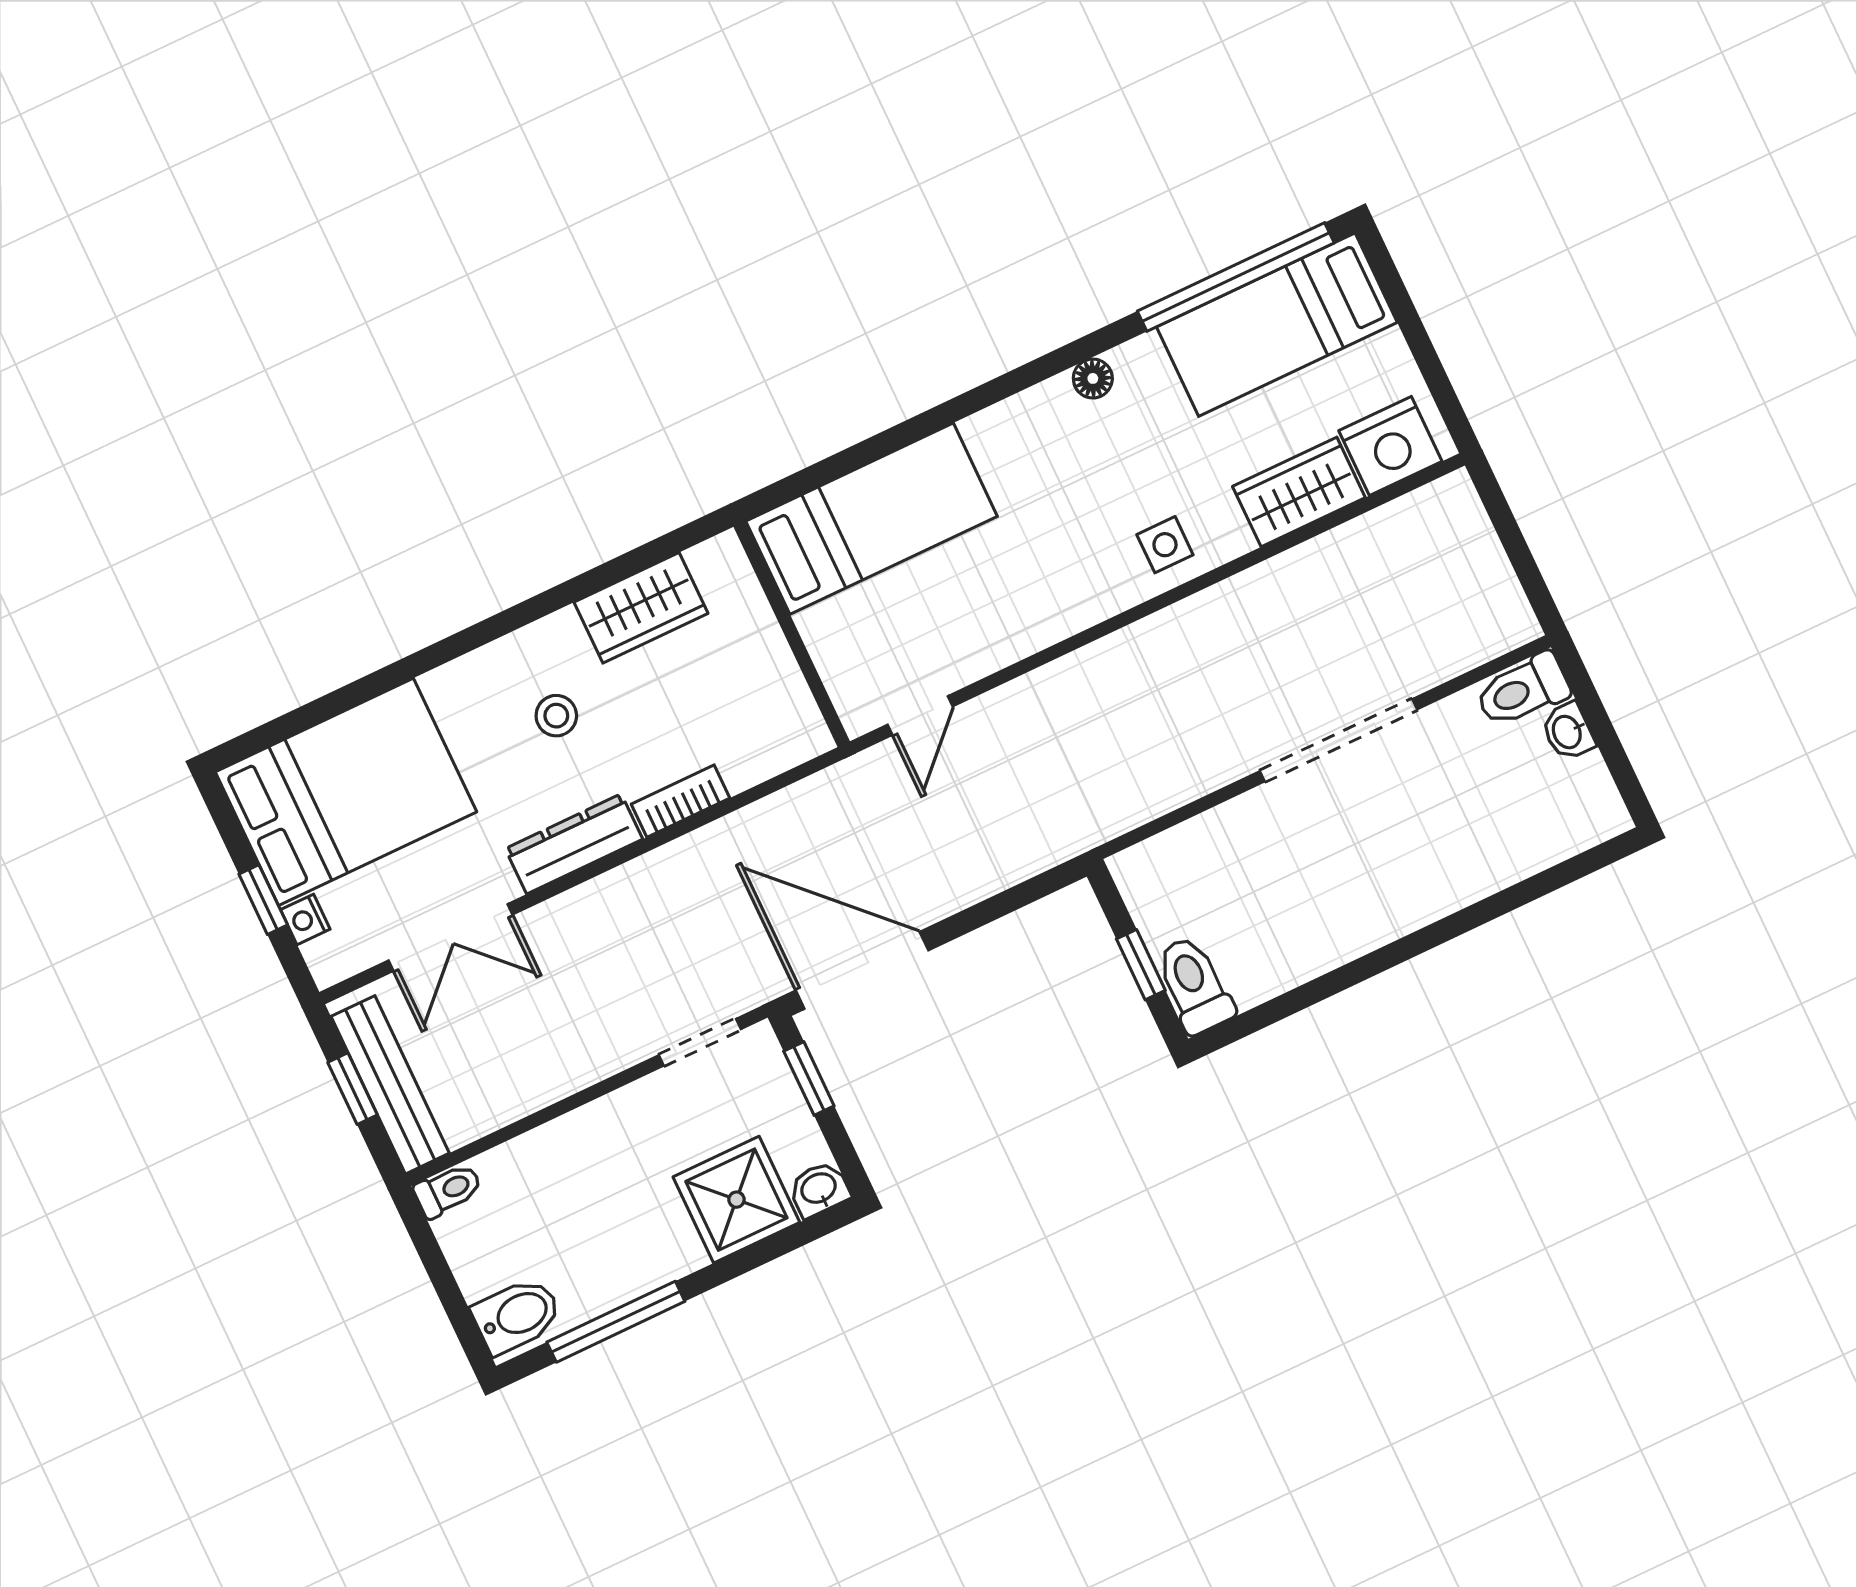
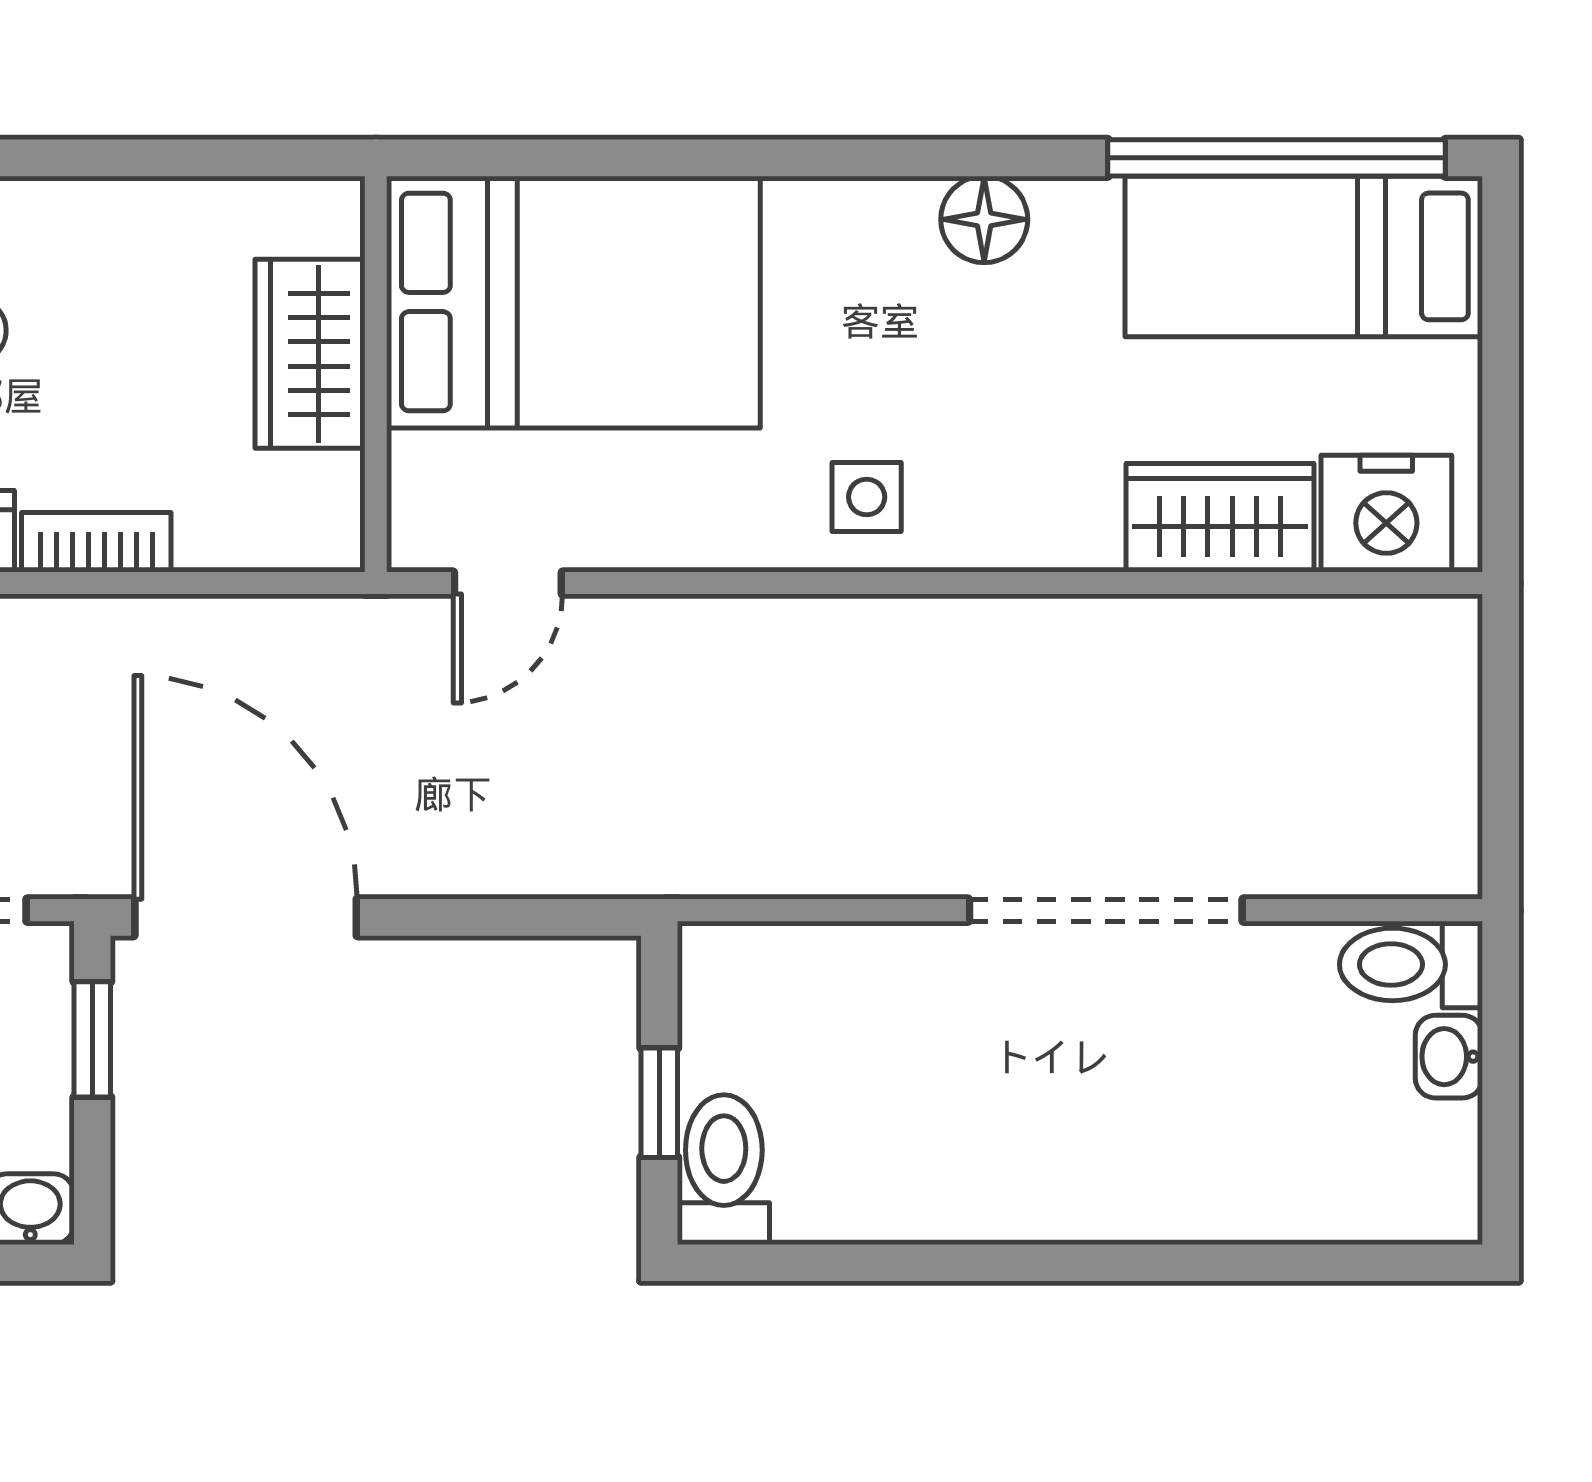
floor lamp: (1093, 378) -> (984, 219), width x1.37, depth x1.37
bed: (872, 519) -> (573, 302), width x1.50
side table: (1165, 545) -> (867, 497), moved
wardrobe: (641, 608) -> (310, 354), moved, turned 90

